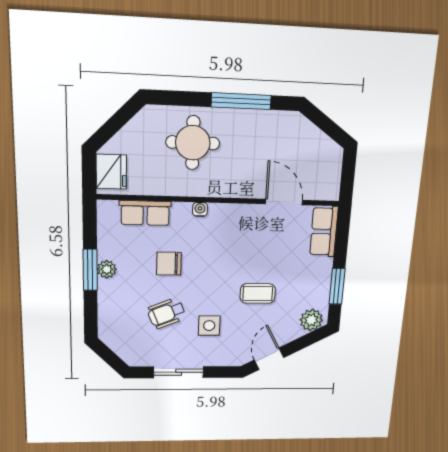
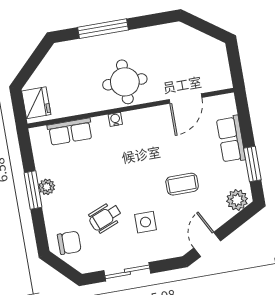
window: (241, 101) -> (103, 29), moved
round table: (193, 143) -> (125, 82), moved
door: (284, 202) -> (186, 98), swing flipped
row of seats: (324, 231) -> (231, 139), moved
chair: (169, 264) -> (69, 243), moved, turned 180

